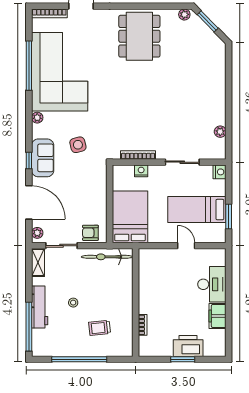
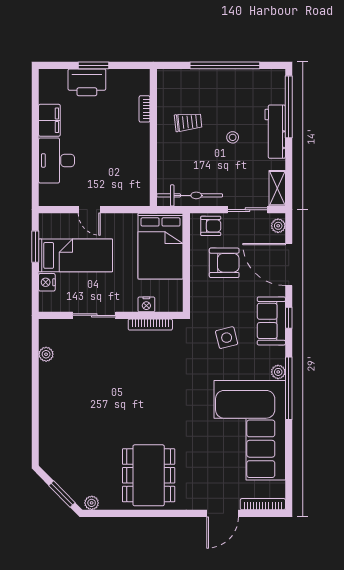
window: (29, 66) -> (289, 388), moved
nightstand: (220, 172) -> (47, 282), moved
armchair: (80, 204) -> (224, 263), added
trolley: (100, 328) -> (188, 122), moved

